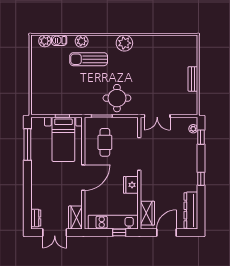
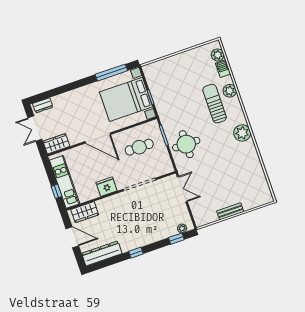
double door: (157, 116) -> (182, 189), swing flipped
bed with nightstands: (63, 139) -> (126, 99), width x1.36

